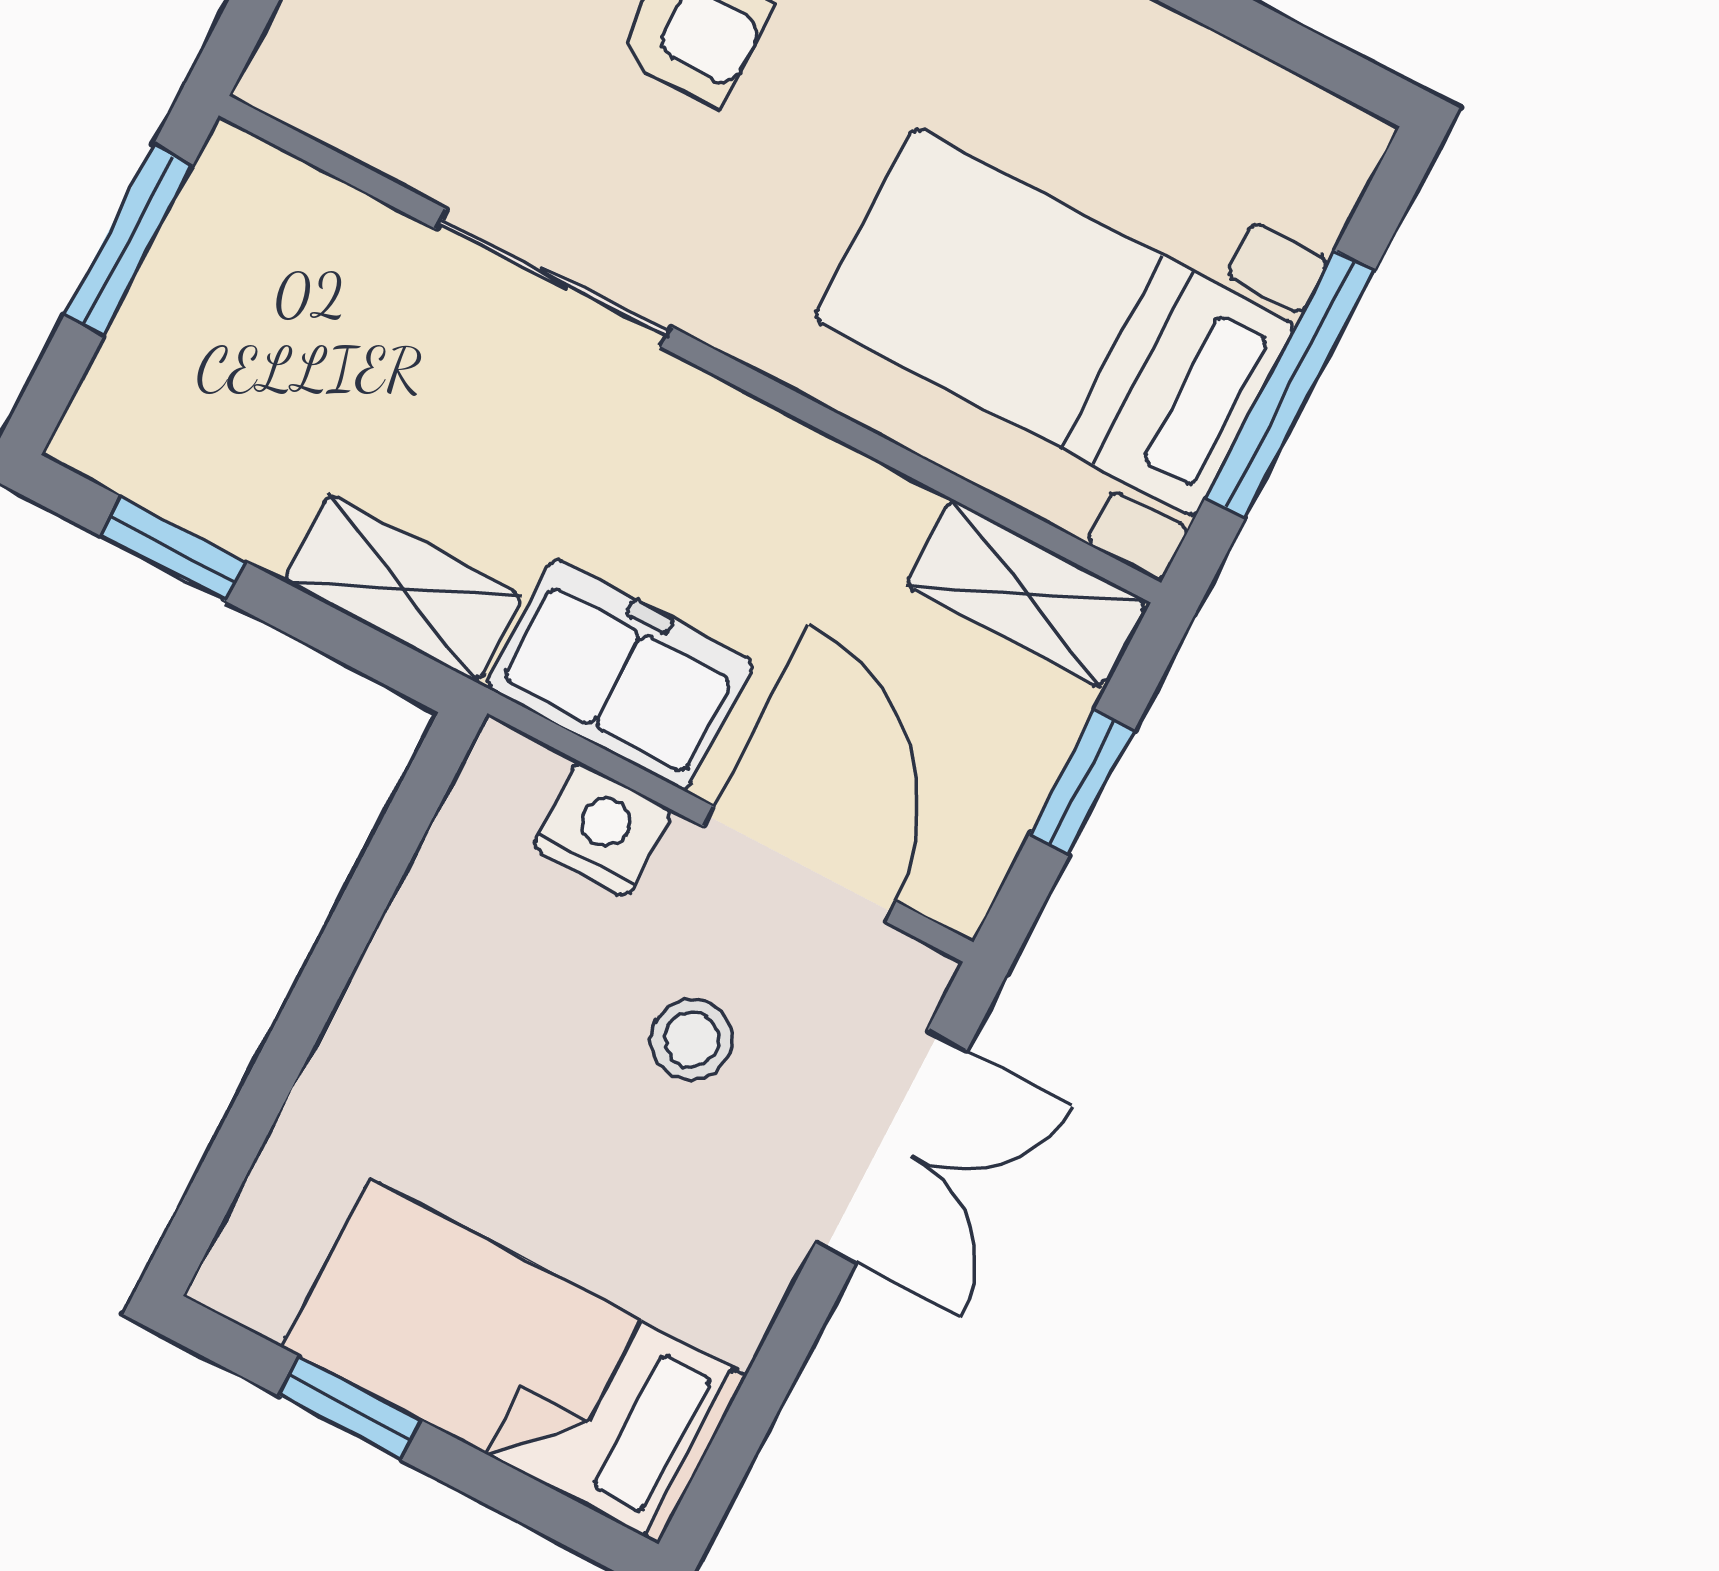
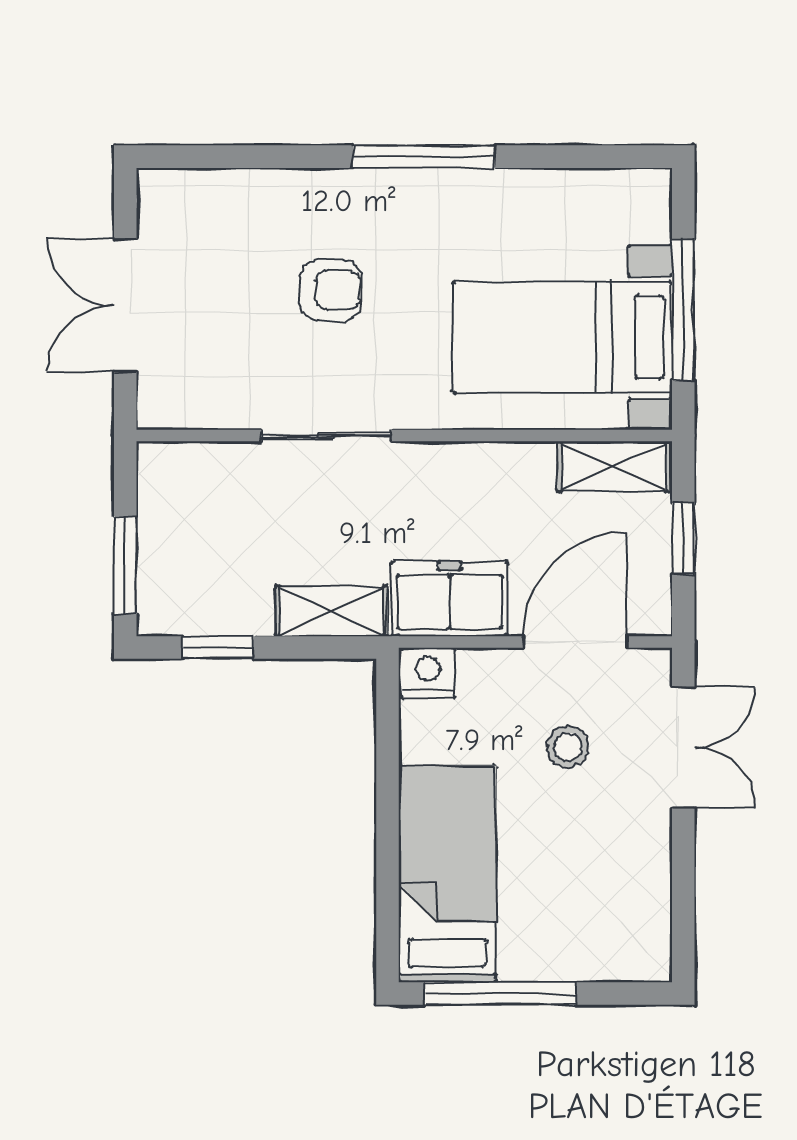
window: (128, 241) -> (125, 565), moved
nightstand: (602, 829) -> (428, 673), moved
door: (800, 864) -> (575, 642), hinge flipped
bed: (515, 1361) -> (447, 874), moved, turned 90
window: (350, 1408) -> (501, 994), width x2.17

